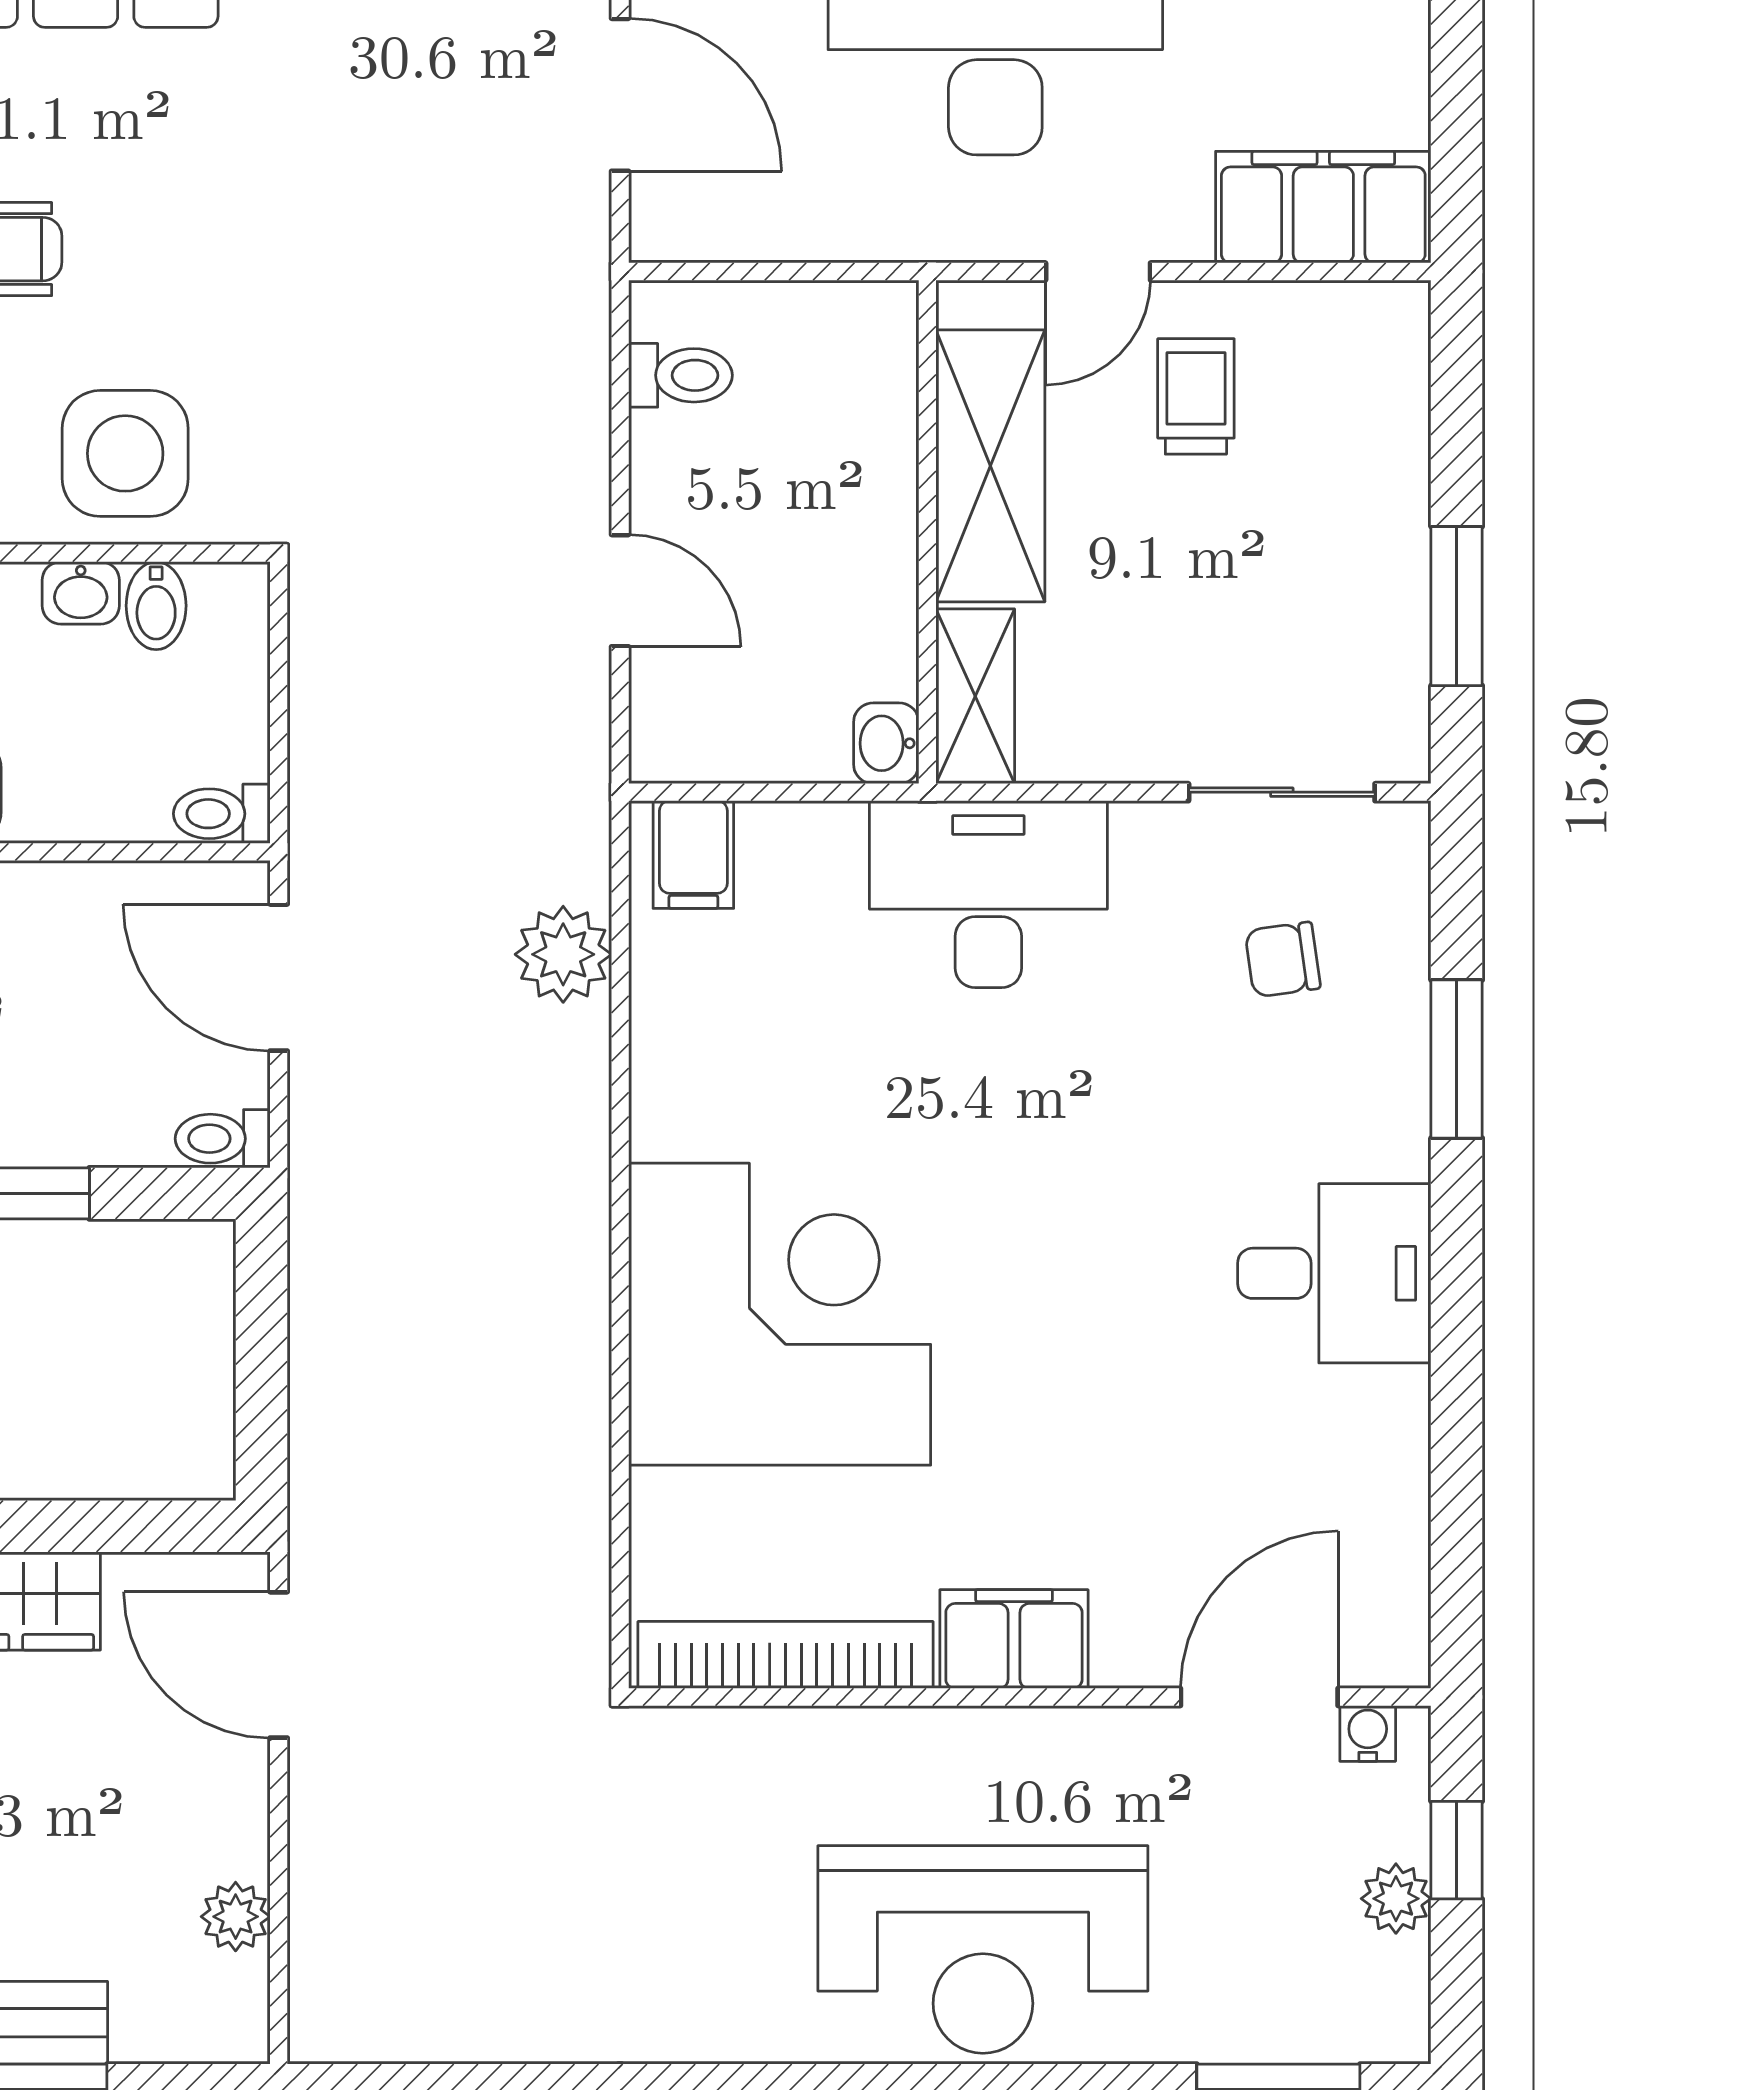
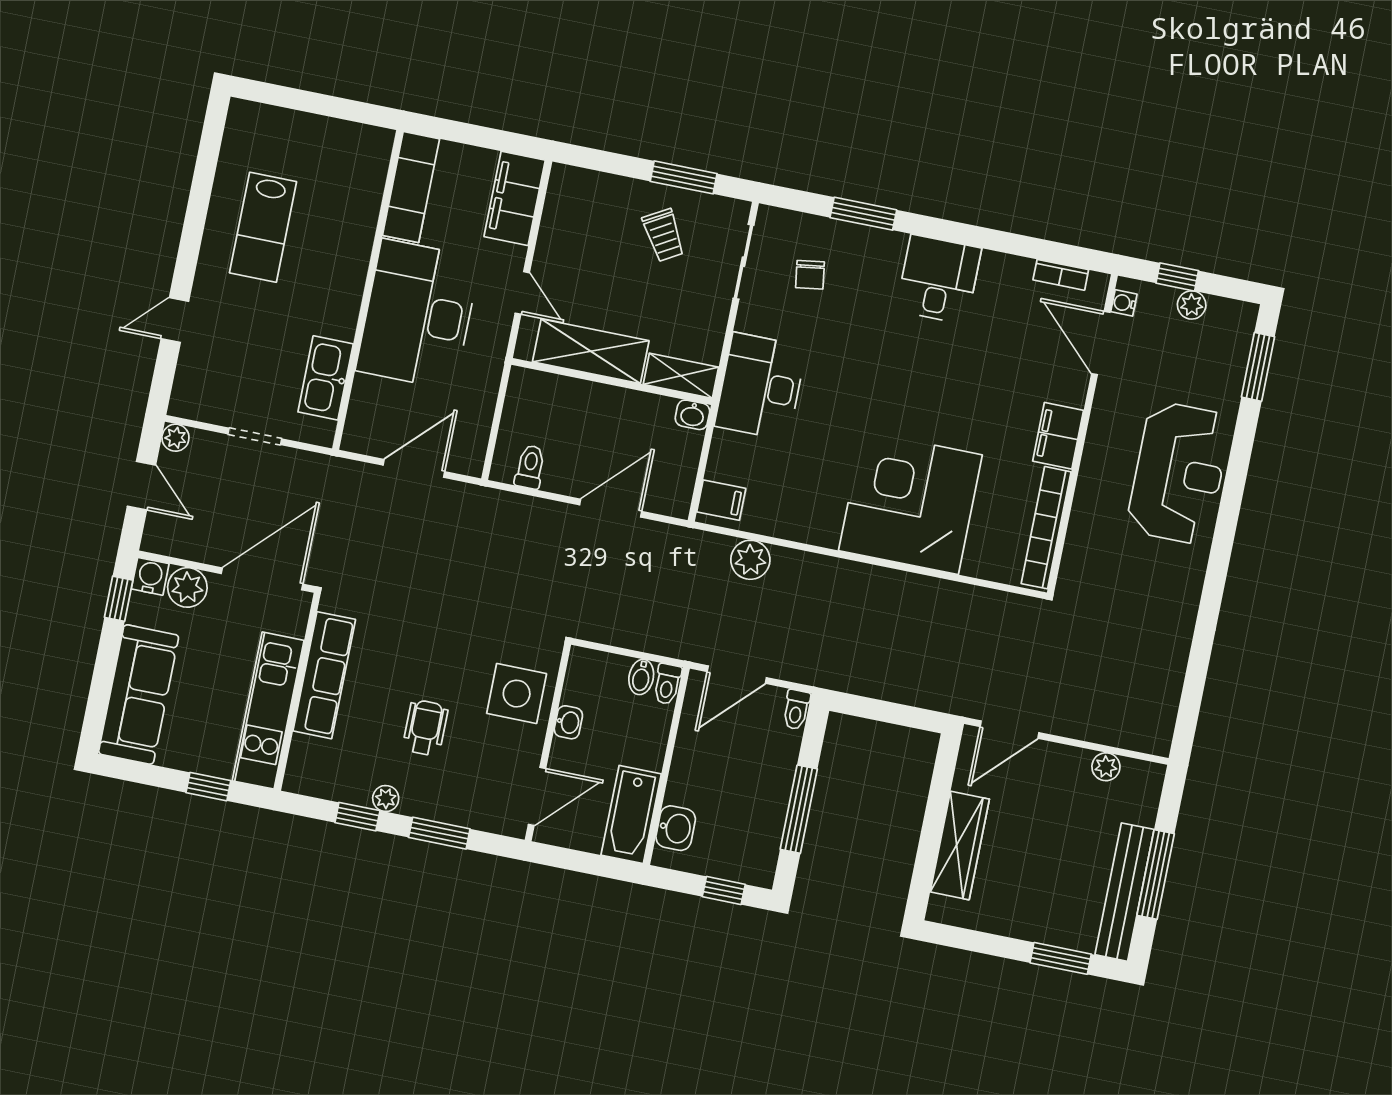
trolley: (1196, 396) -> (664, 235), moved, turned -120
door: (620, 591) -> (611, 508), width x1.38
bidet: (156, 606) -> (641, 677), moved, turned 90
bookcase: (1405, 1567) -> (1061, 275), added

